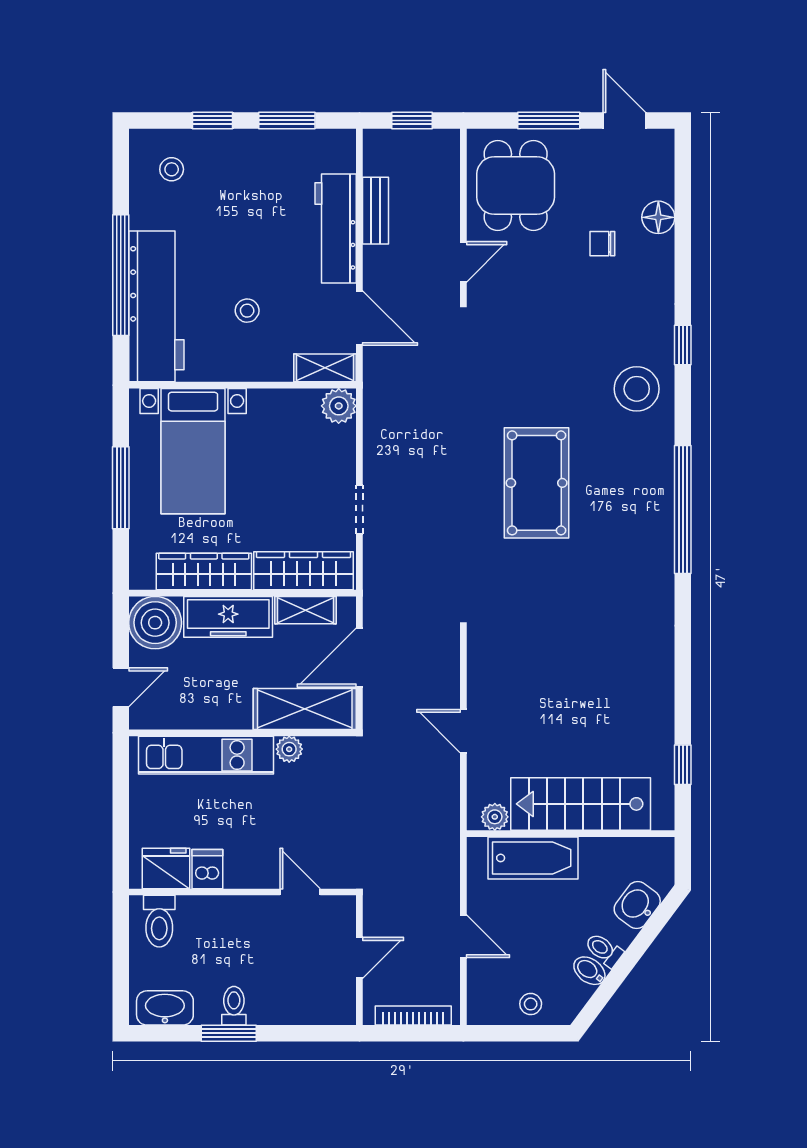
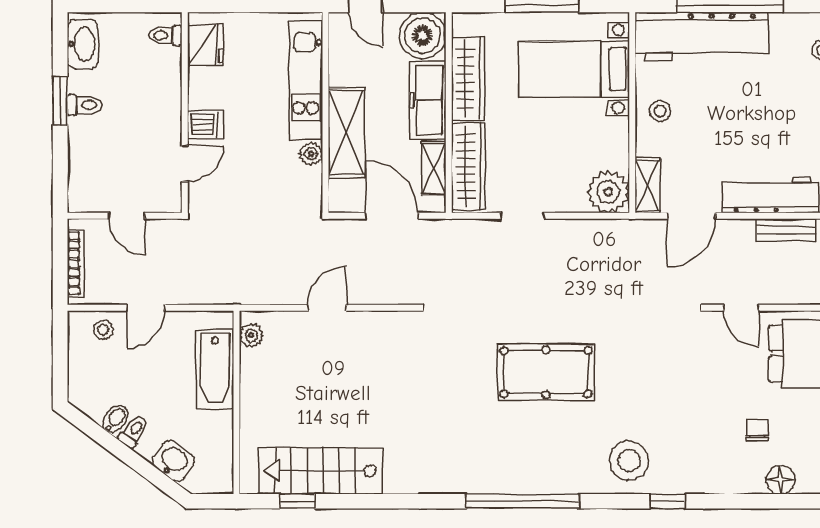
stool: (247, 311) -> (660, 111), moved
plant: (339, 406) -> (608, 192), width x1.36, depth x1.36
shelving: (305, 709) -> (346, 133), moved
stairs: (581, 804) -> (321, 471), moved, turned -90
dishwasher: (207, 869) -> (205, 124), moved
toilet: (159, 921) -> (165, 35), width x0.73, depth x0.72
stool: (531, 1004) -> (103, 330), moved

